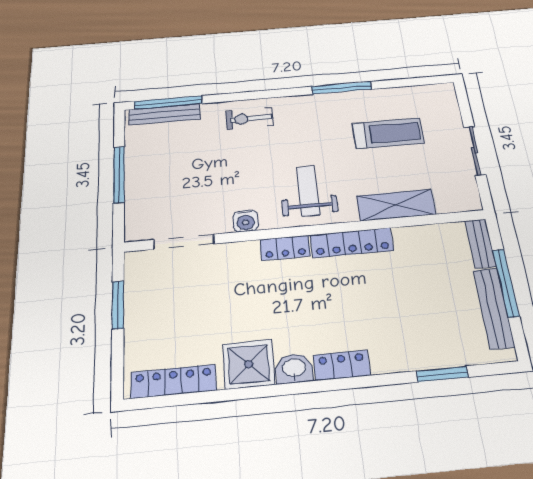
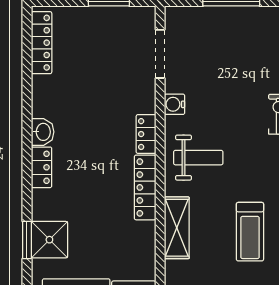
shower: (249, 364) -> (49, 240), moved

